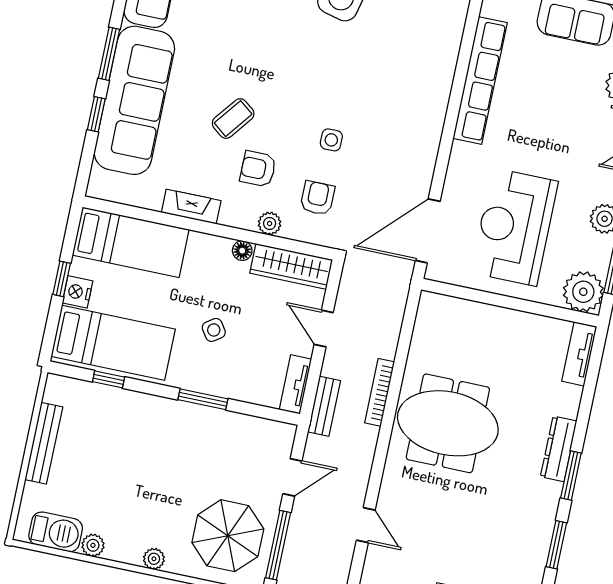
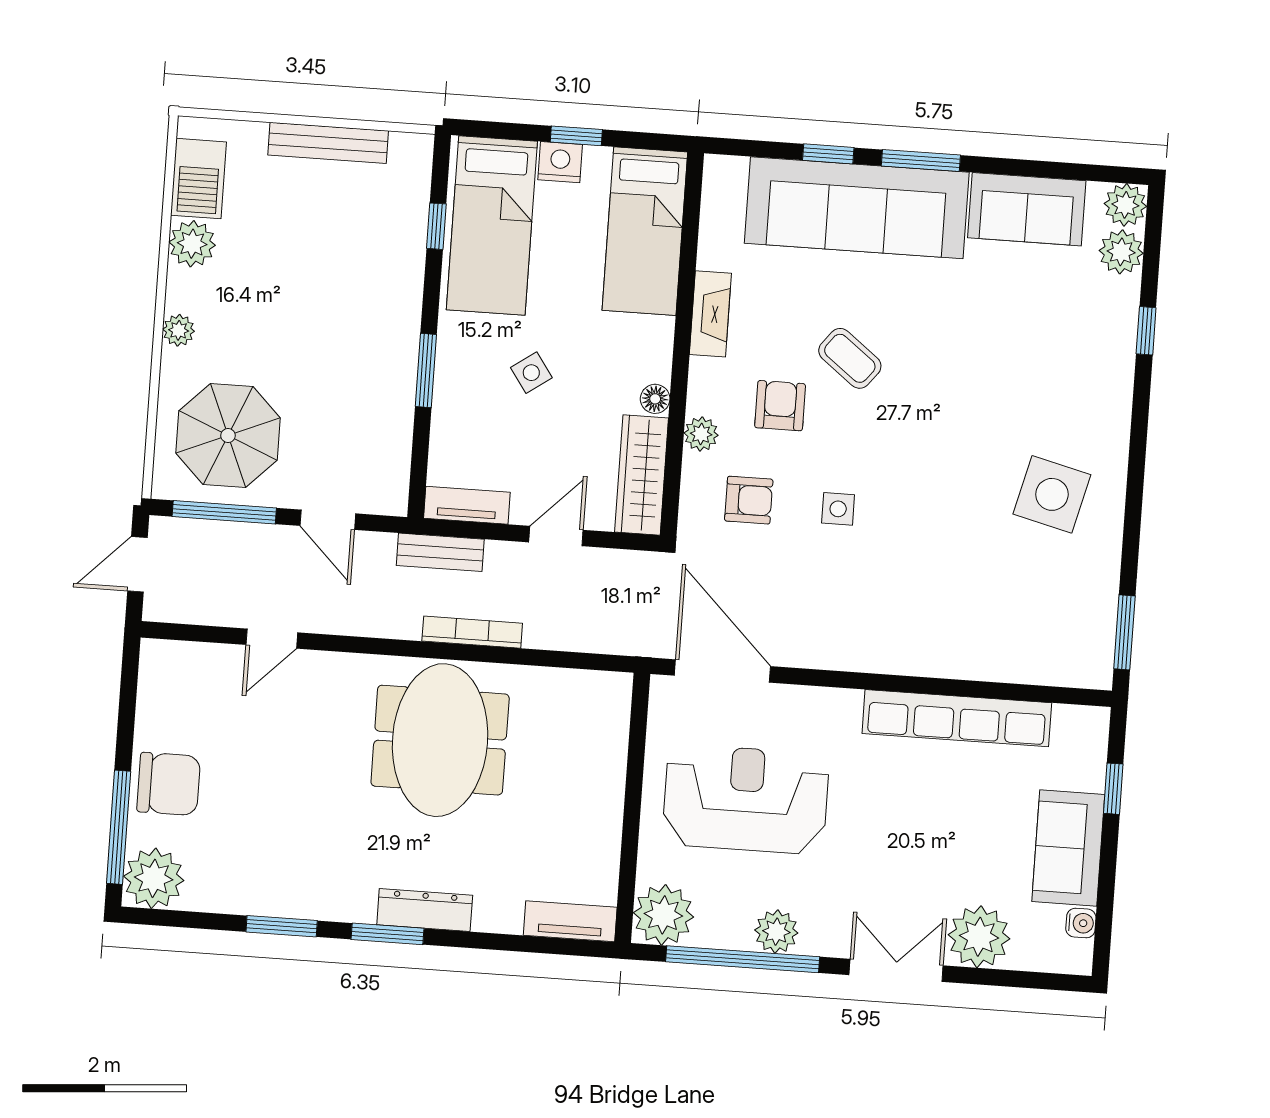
plant: (93, 545) -> (192, 244), width x1.38, depth x1.38

